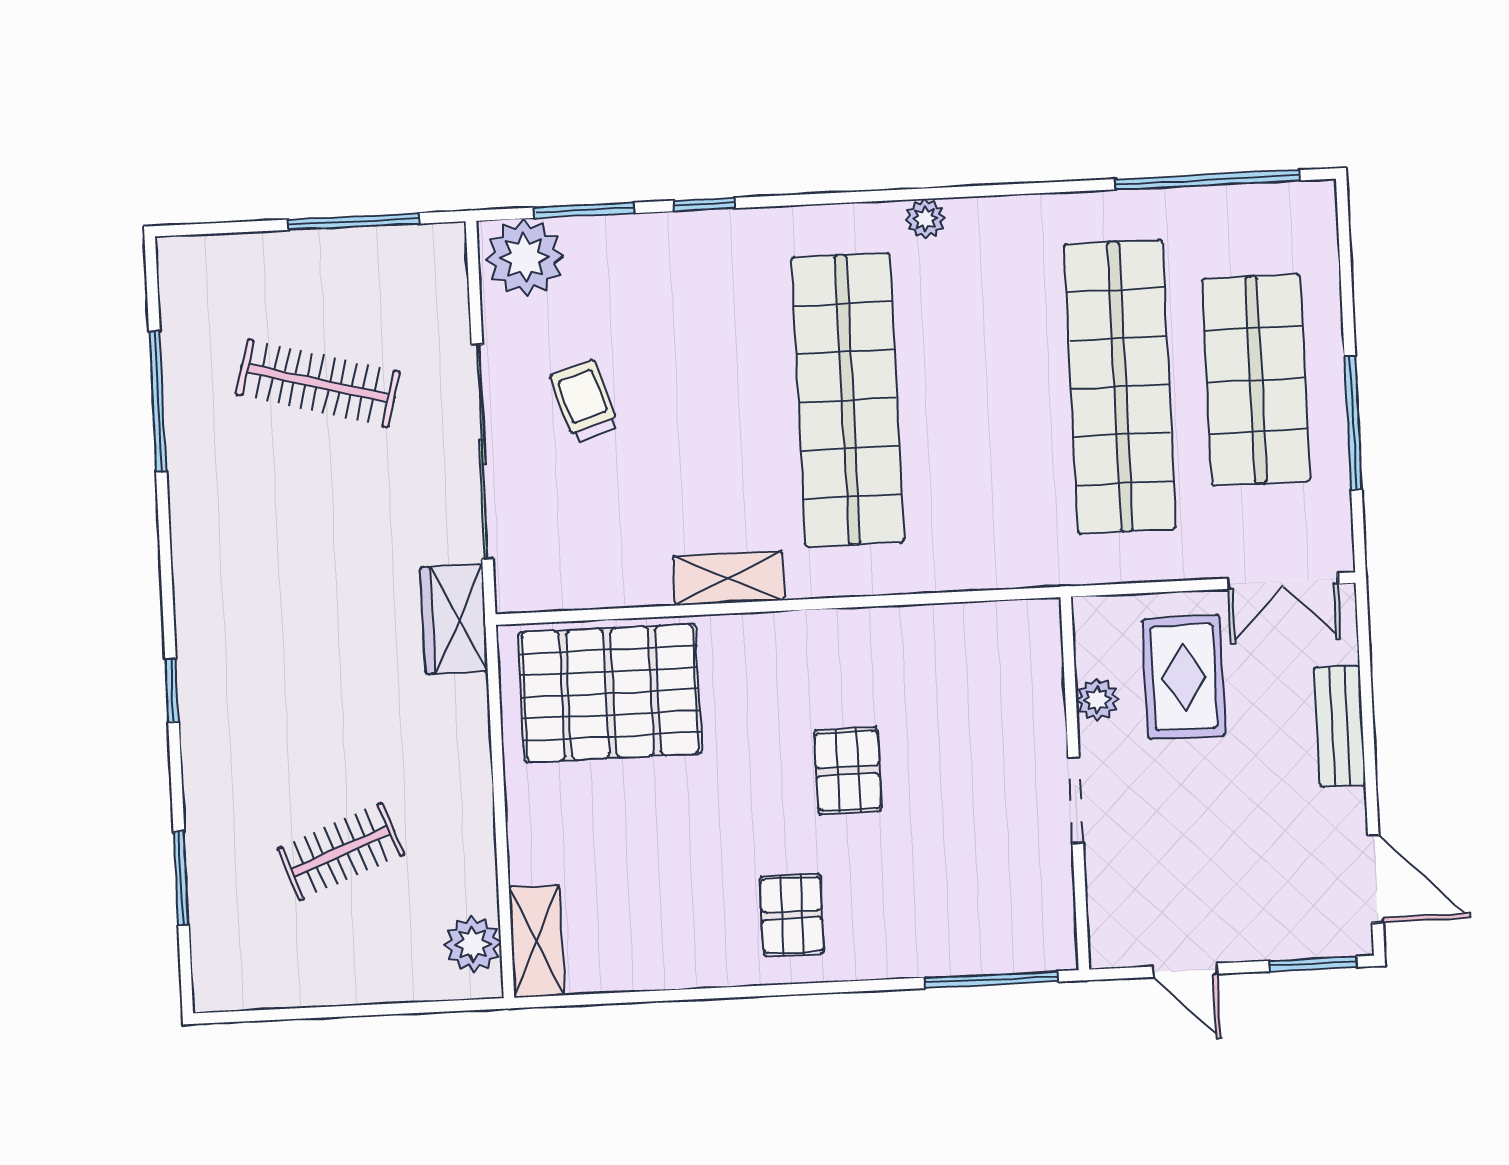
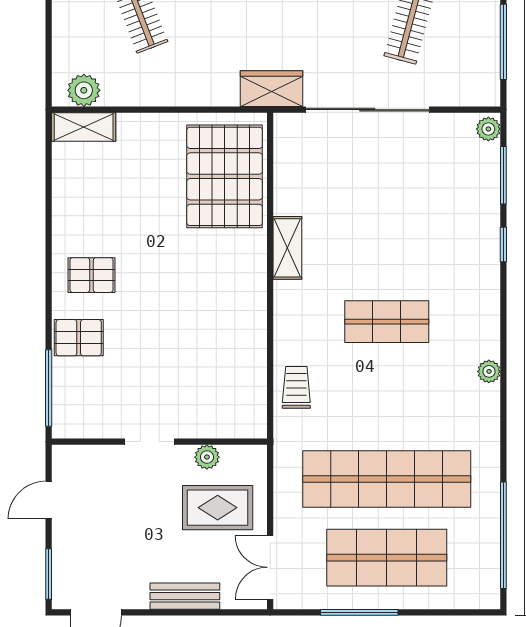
plant: (525, 258) -> (488, 129), width x0.53, depth x0.53
shop shelf: (848, 400) -> (387, 322), width x0.50, depth x0.74
trolley: (584, 401) -> (296, 387), moved, turned -72
pallet: (848, 771) -> (79, 338), moved

